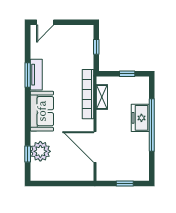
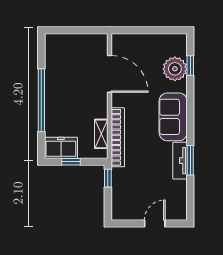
door: (45, 22) -> (155, 223), moved
window: (96, 47) -> (108, 178), moved
freezer: (140, 118) -> (61, 148), moved, turned -90
window: (125, 183) -> (74, 30), removed

